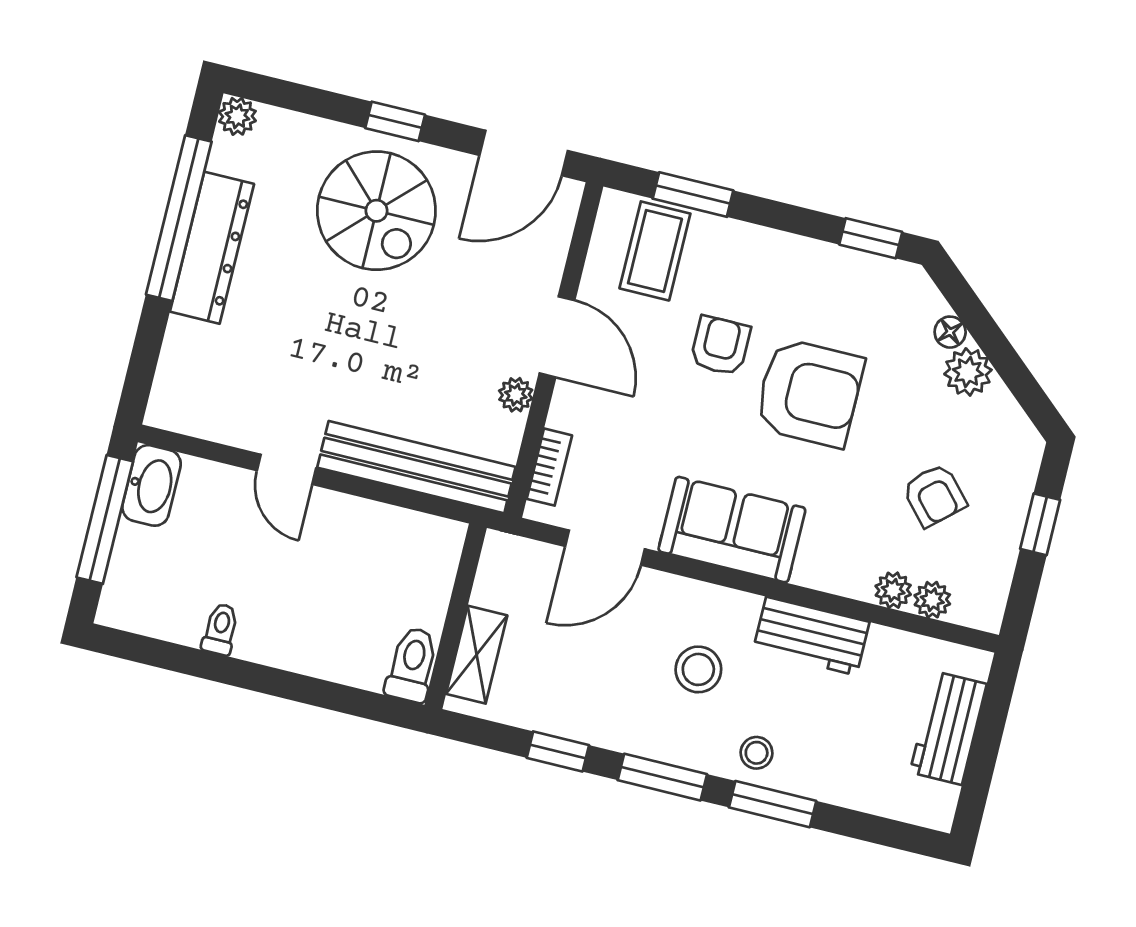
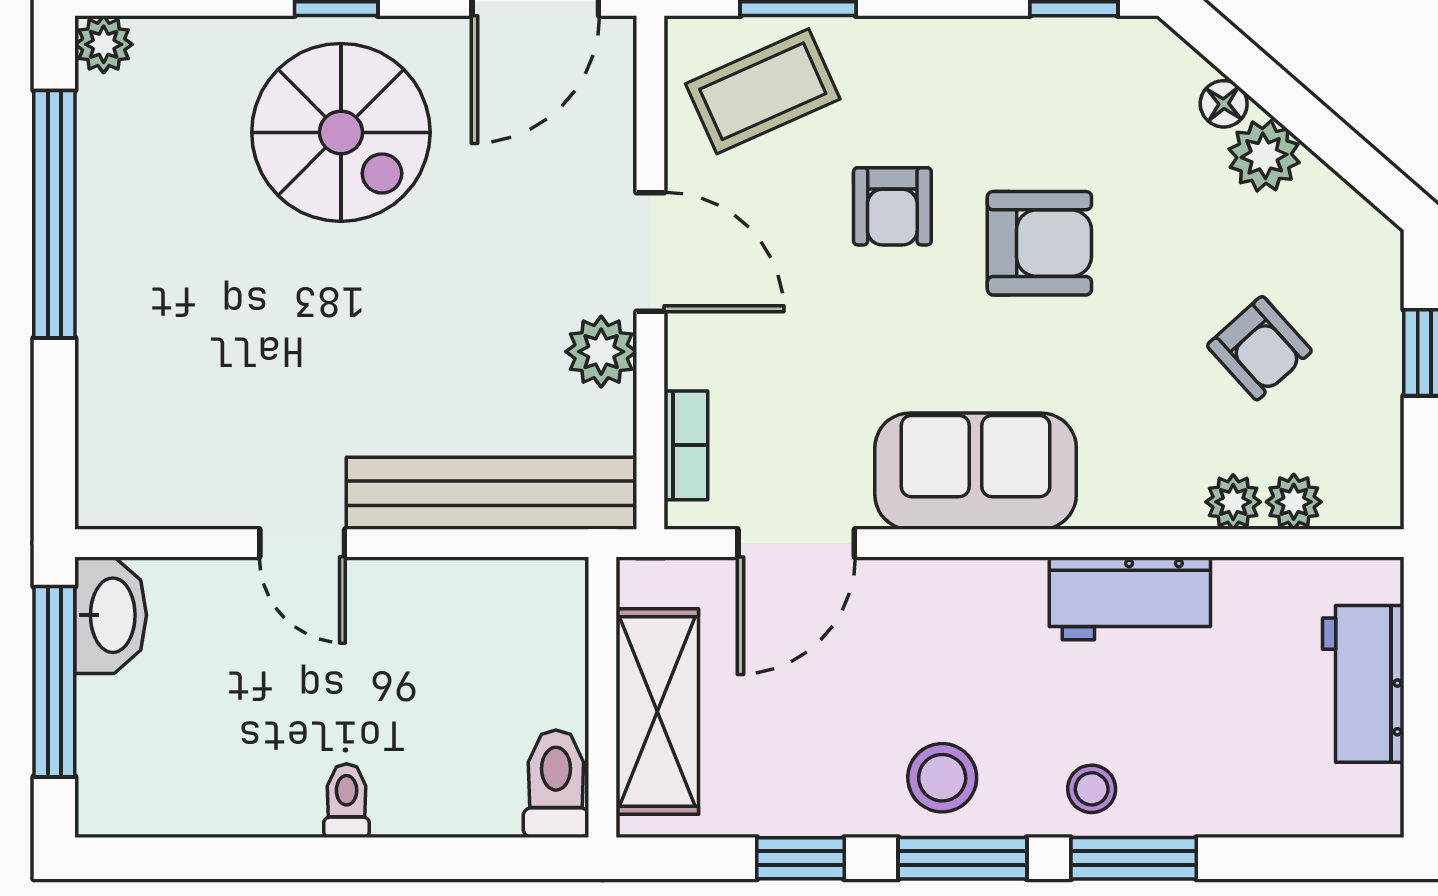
dresser: (212, 248) -> (114, 246), removed
coffee table: (655, 251) -> (763, 91), turned 66
armchair: (720, 346) -> (892, 206), turned 180
armchair: (809, 393) -> (1039, 243), width x0.73, depth x0.73
plant: (516, 395) -> (601, 352), width x1.38, depth x1.38
toilet: (220, 629) -> (347, 801), moved
shelving: (477, 655) -> (657, 712), width x1.50, depth x1.33
stool: (698, 669) -> (942, 778), moved

